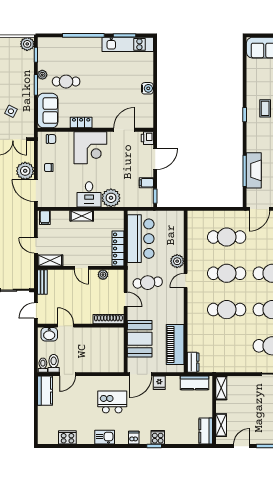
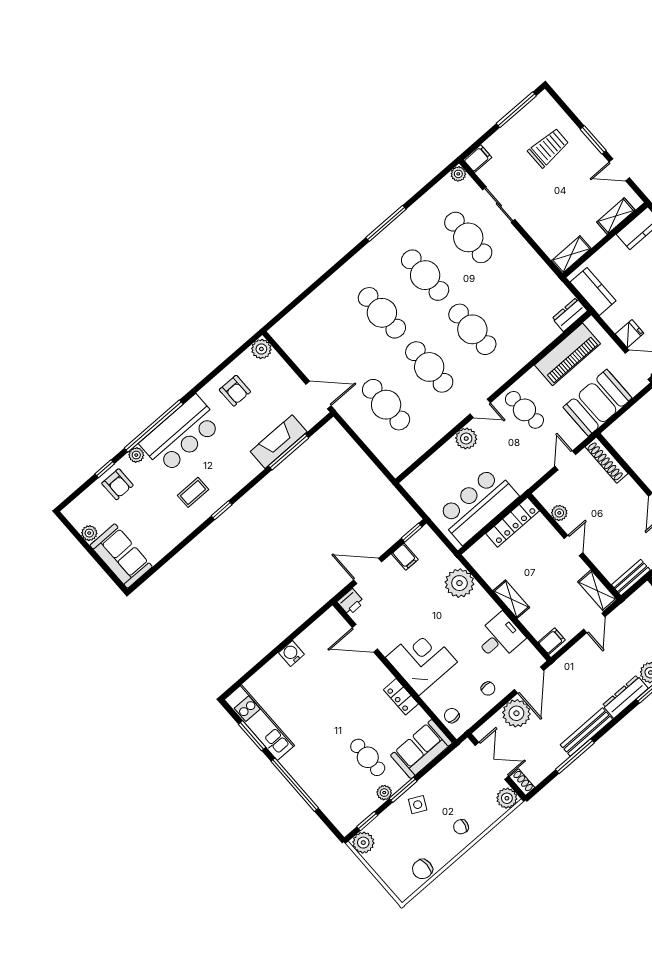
side table: (11, 111) -> (418, 805), moved
desk: (89, 194) -> (499, 637), moved
cafe table: (148, 283) -> (524, 410), moved

